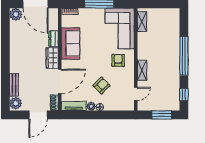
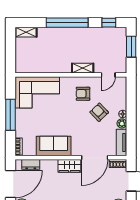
shelving: (142, 22) -> (26, 32), moved
dresser: (54, 39) -> (31, 164), moved
armchair: (118, 60) -> (83, 94), moved
door: (60, 81) -> (95, 158), swing flipped
door: (136, 94) -> (108, 75), swing flipped

